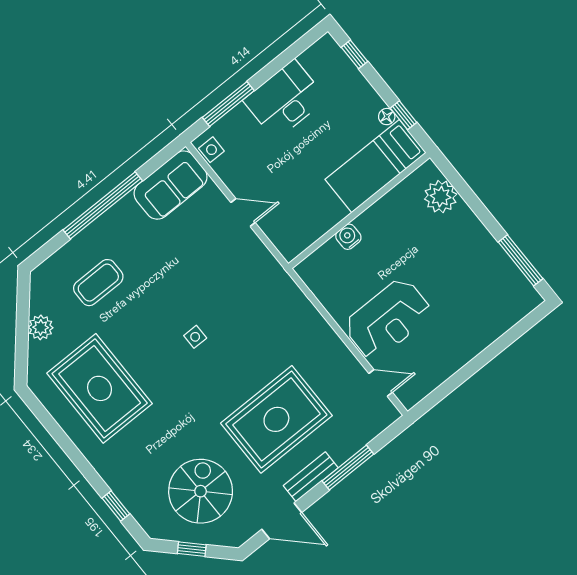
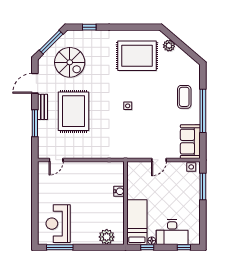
desk: (285, 100) -> (172, 232), moved, turned 90
coffee table: (98, 283) -> (184, 97), moved
reception desk: (388, 319) -> (58, 224), moved
plant: (41, 327) -> (169, 46), moved
window: (192, 549) -> (51, 42), width x2.17

